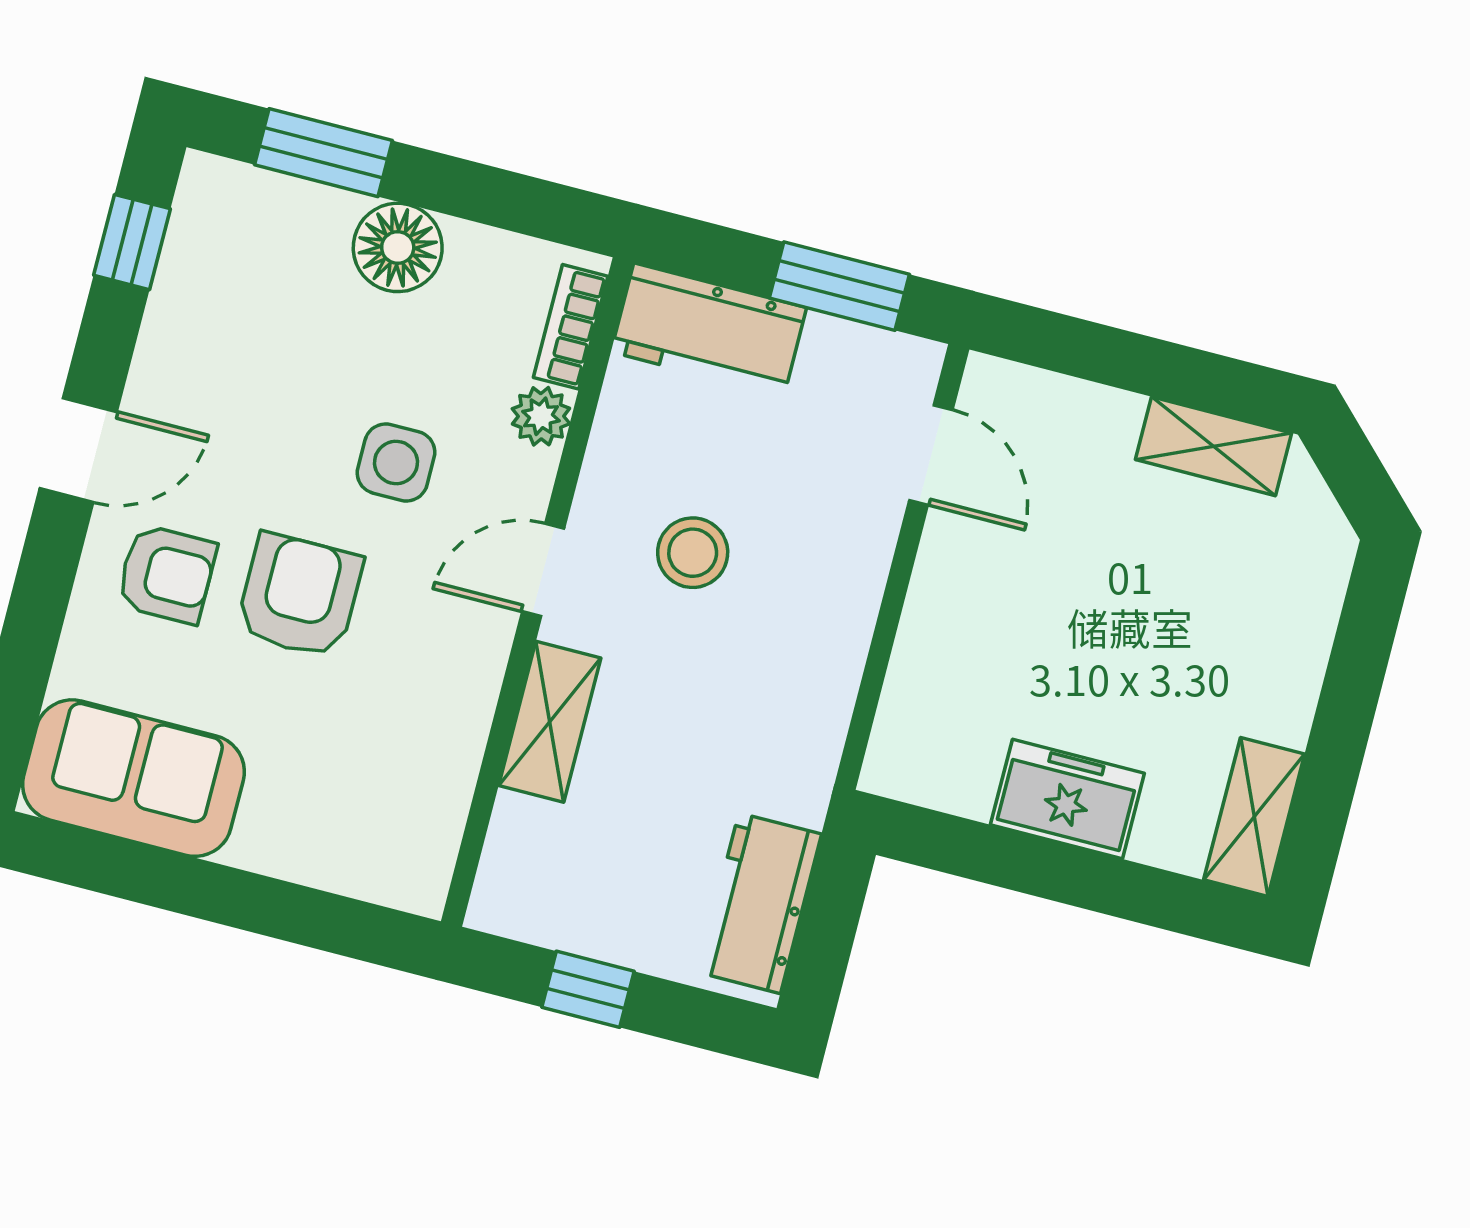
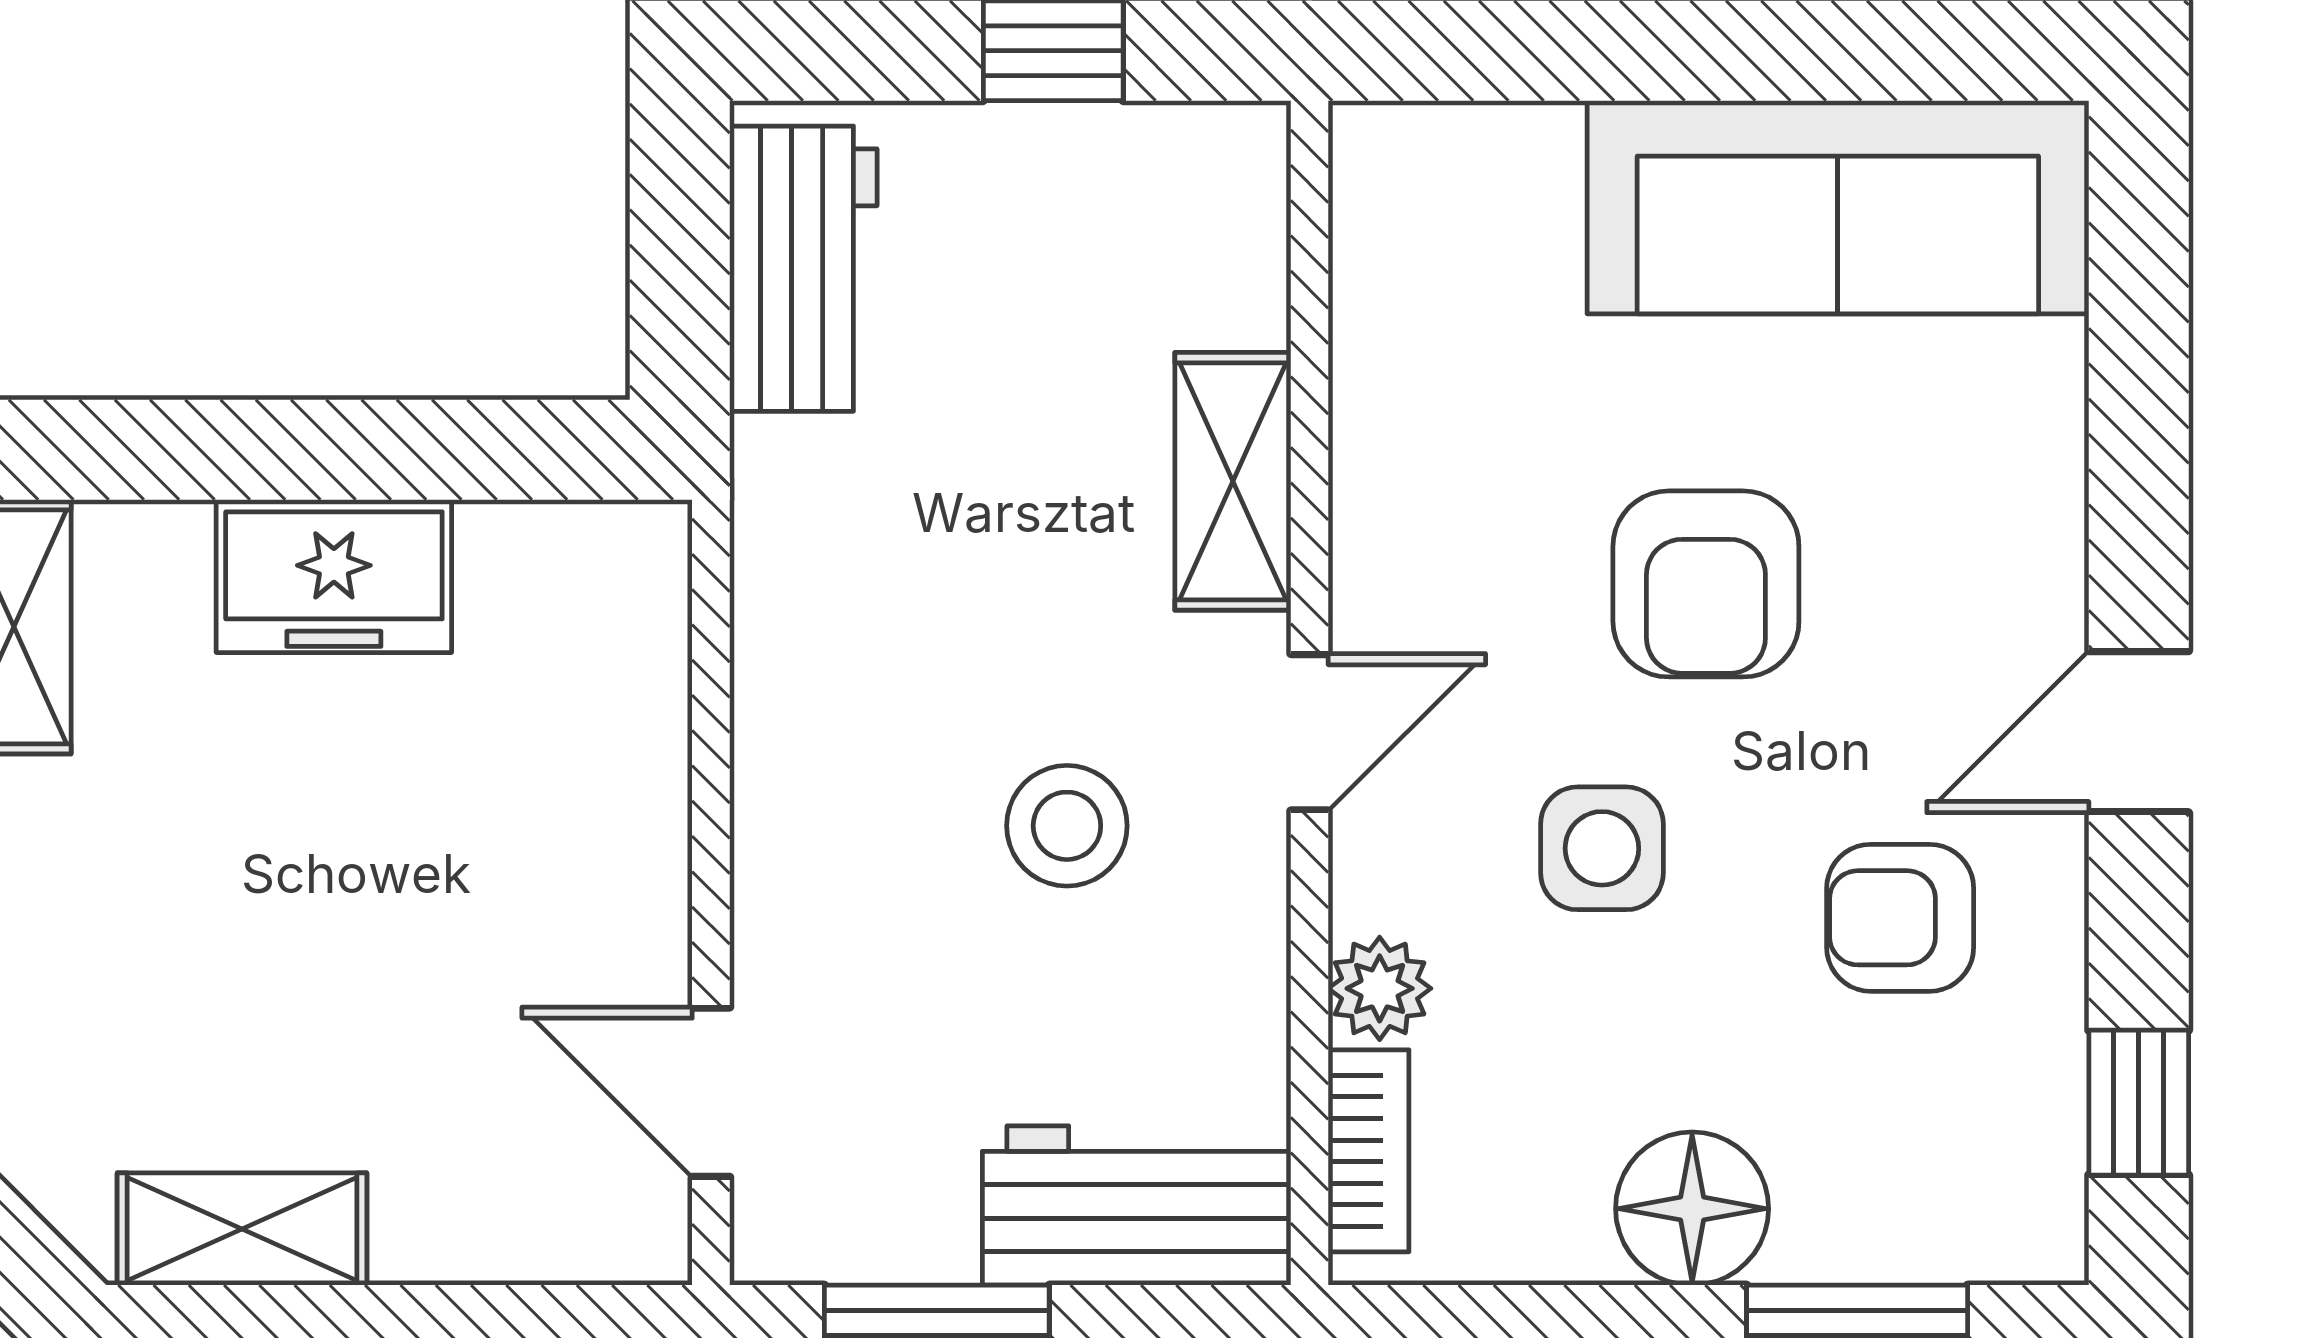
armchair: (167, 574) -> (1900, 918), moved
sofa: (133, 778) -> (1838, 207), width x1.36

